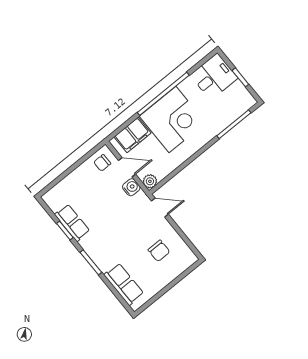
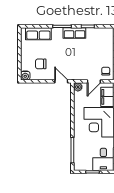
water cooler: (131, 187) -> (25, 76), moved
door: (160, 208) -> (61, 81), swing flipped
row of seats: (72, 223) -> (74, 33), moved

